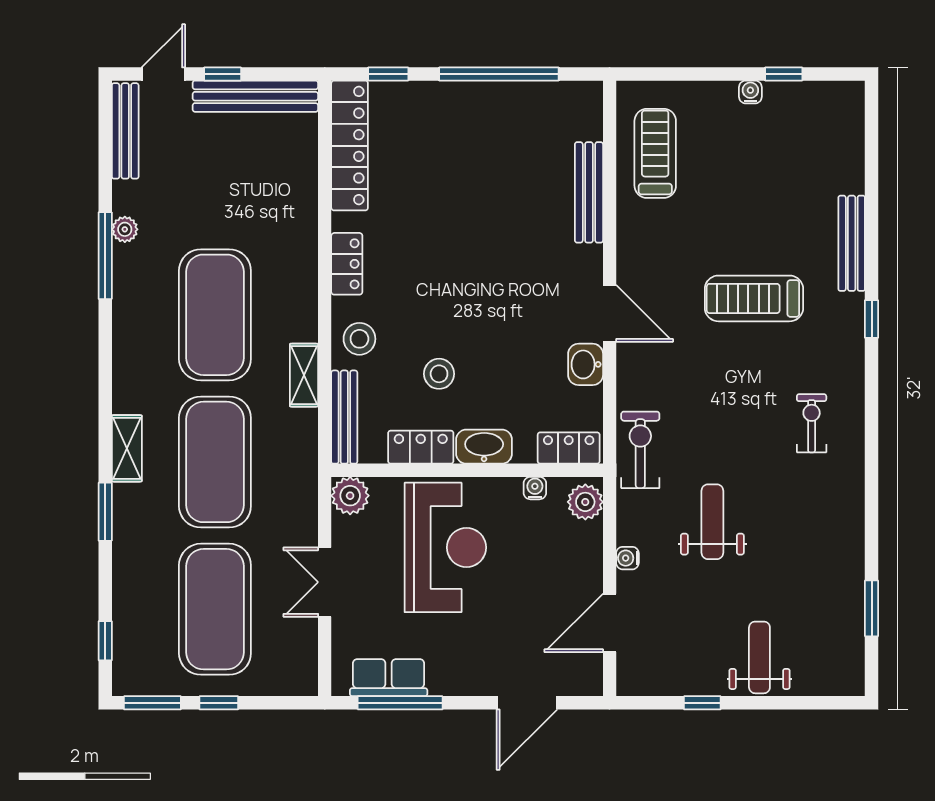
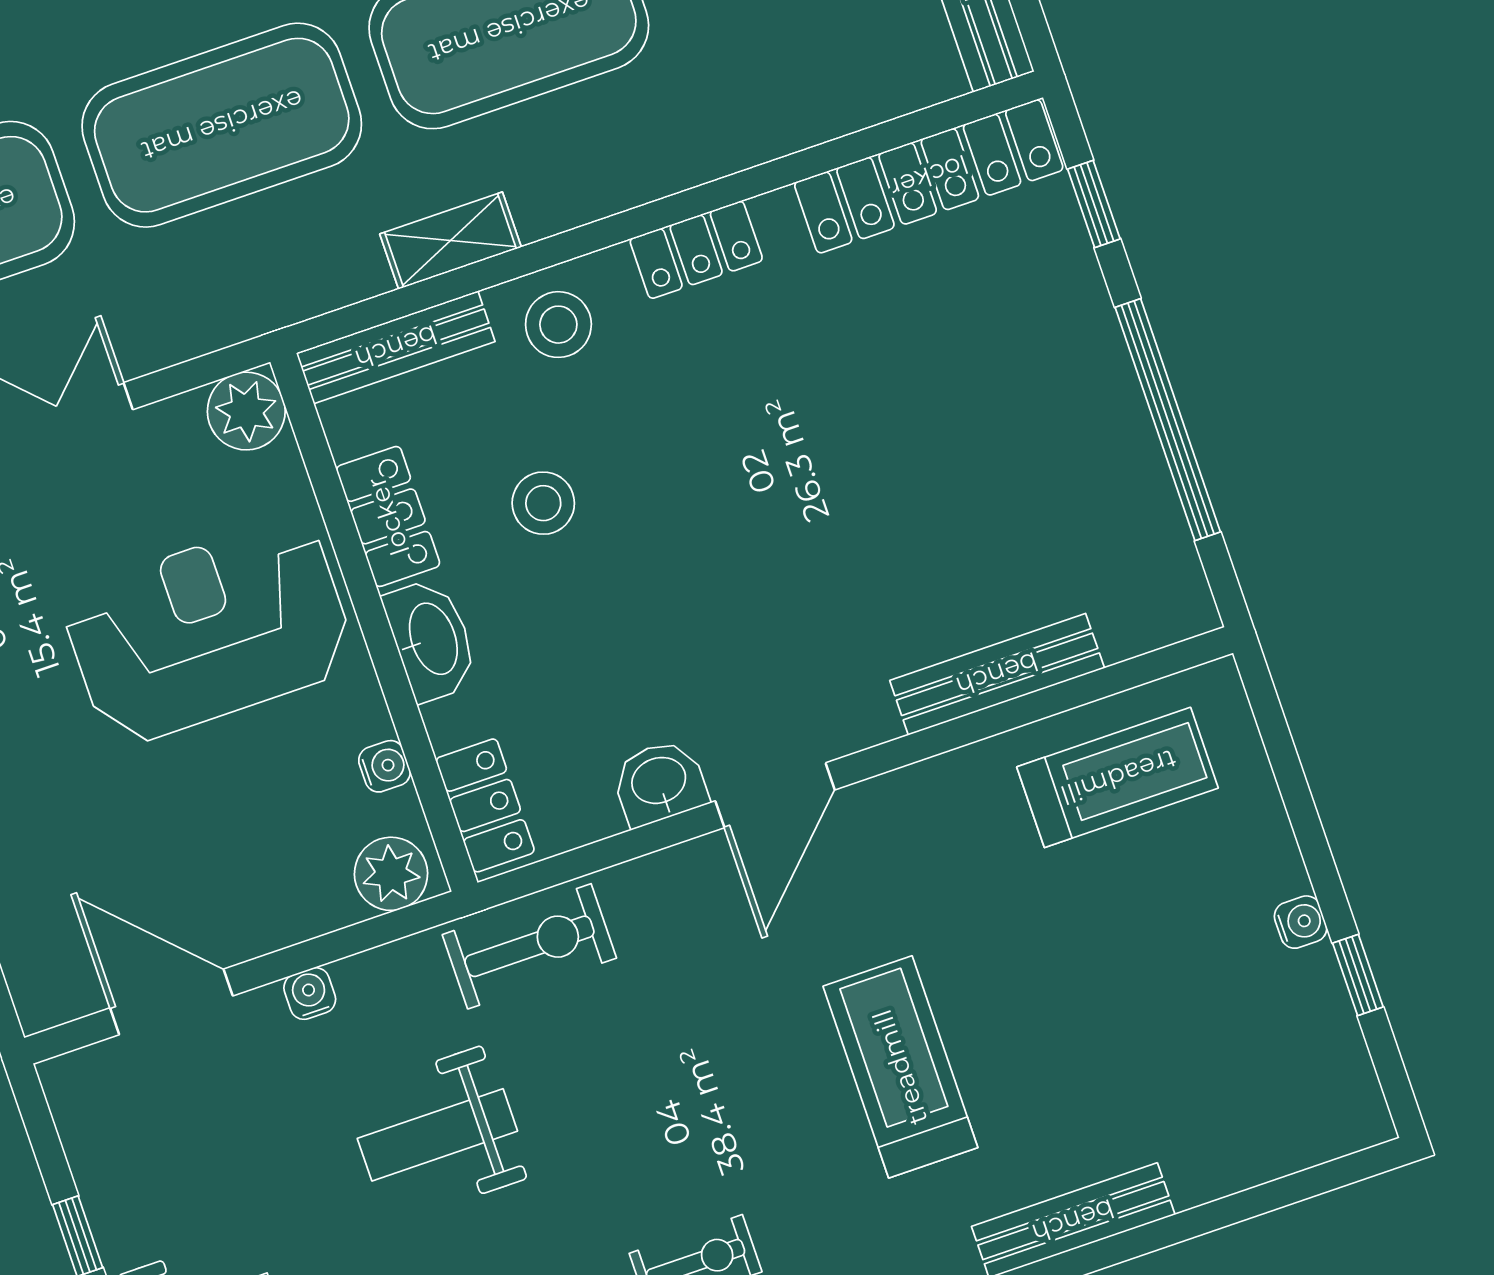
weight bench: (712, 522) -> (437, 1135), turned 180
reception desk: (445, 547) -> (209, 631), turned 180

